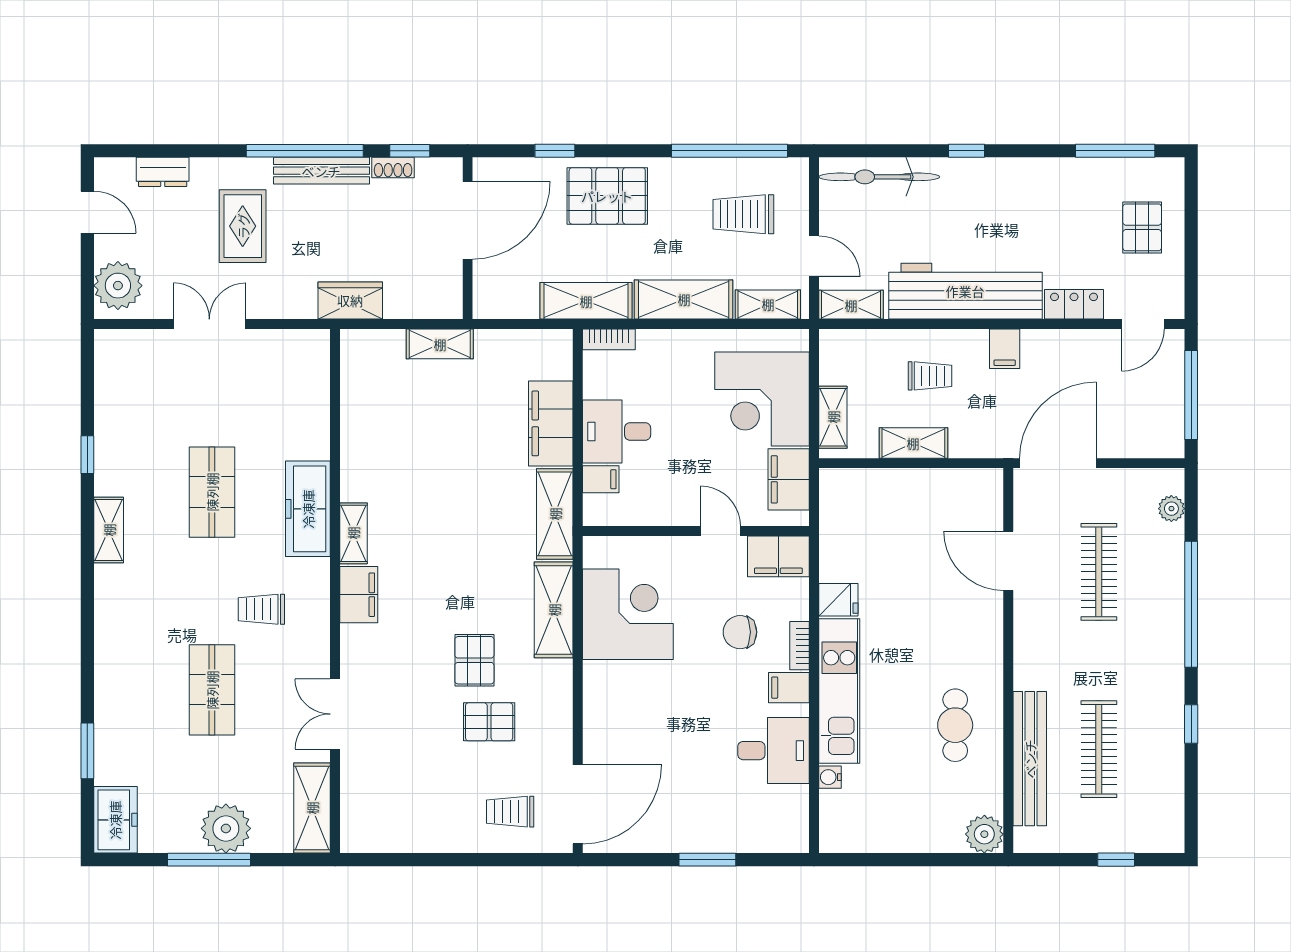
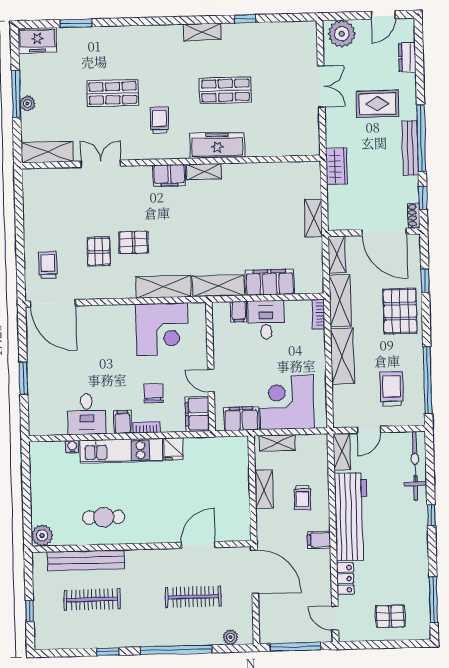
shoe rack: (393, 168) -> (414, 215), moved
shelving: (768, 304) -> (337, 254), moved
door: (721, 531) -> (211, 381), swing flipped
plant: (226, 828) -> (27, 103), width x0.53, depth x0.53

